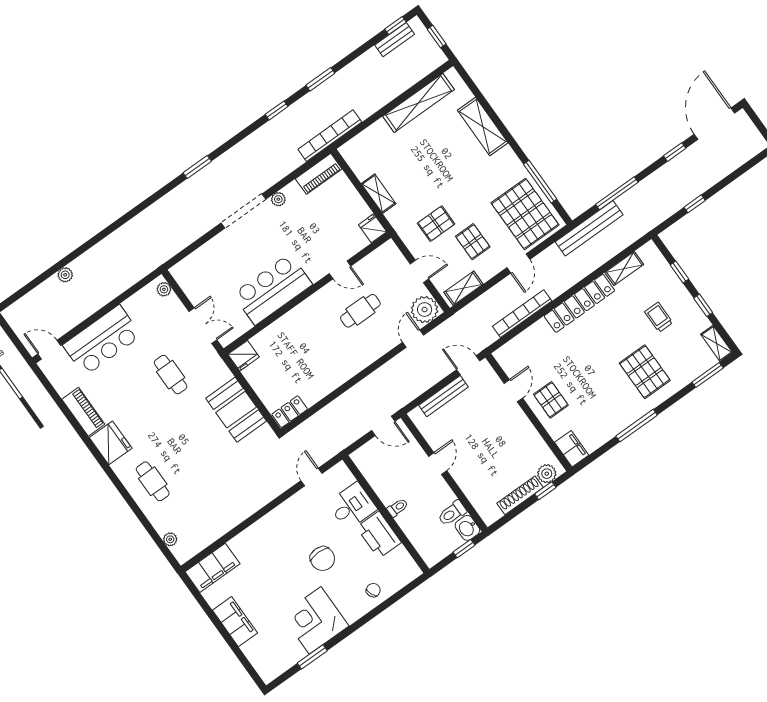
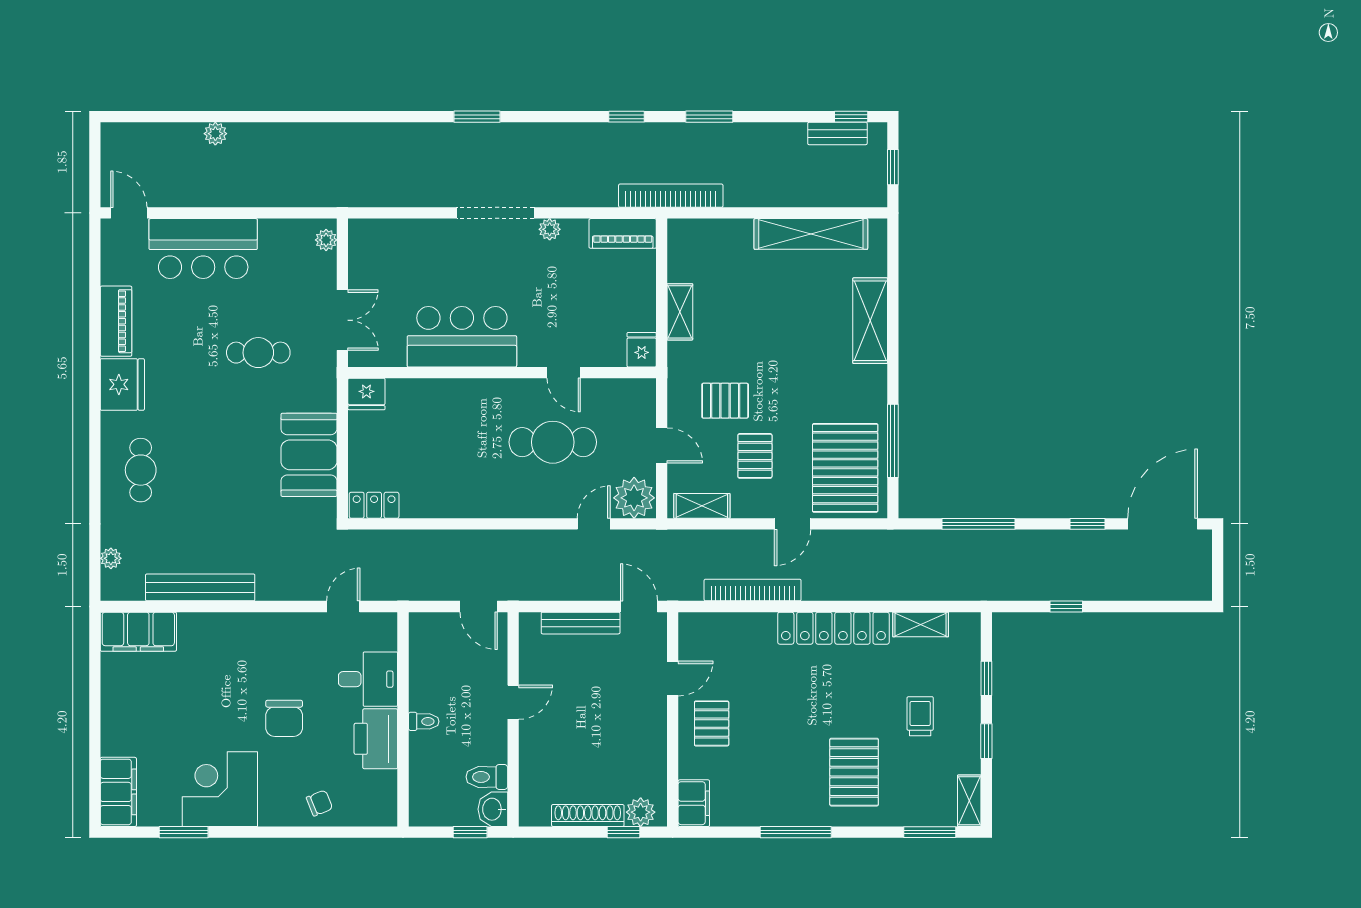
bench: (589, 228) -> (200, 587), moved
cafe table: (360, 311) -> (553, 442), width x1.37, depth x1.35
cafe table: (171, 375) -> (258, 353), turned 90
filing cabinet: (235, 622) -> (118, 792), moved

